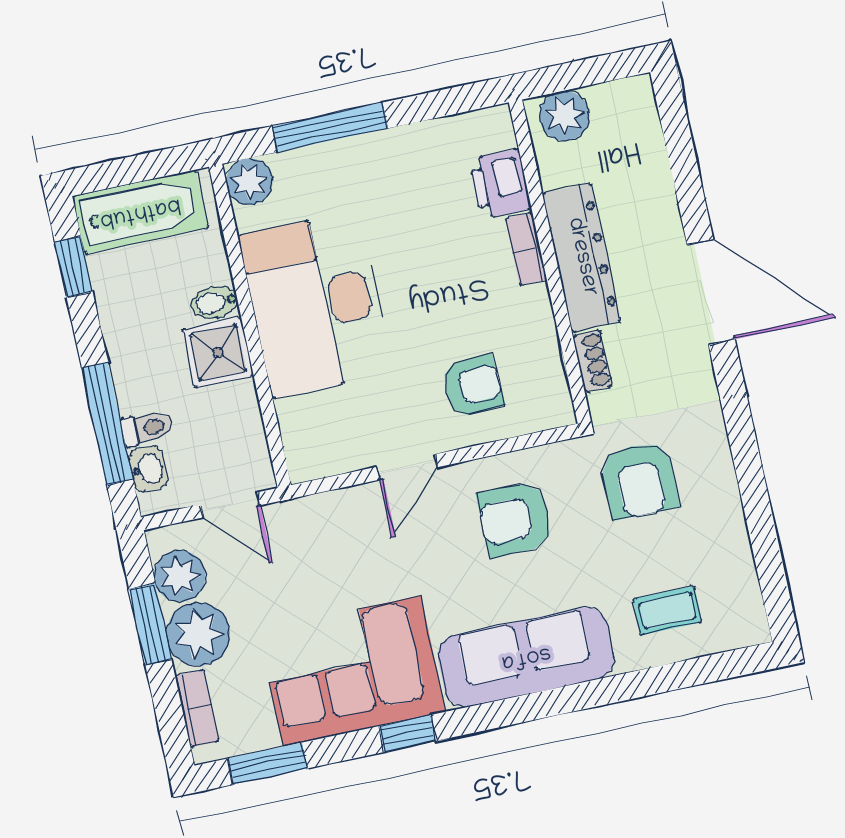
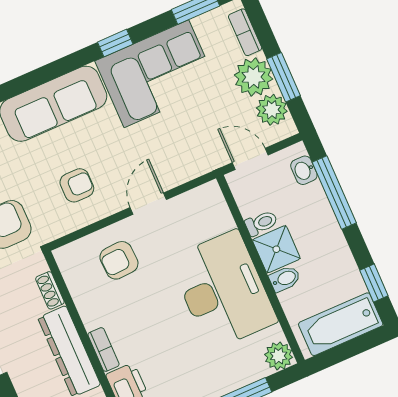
toilet: (147, 428) -> (261, 223), moved, turned 180
armchair: (515, 519) -> (77, 185), width x0.72, depth x0.72

